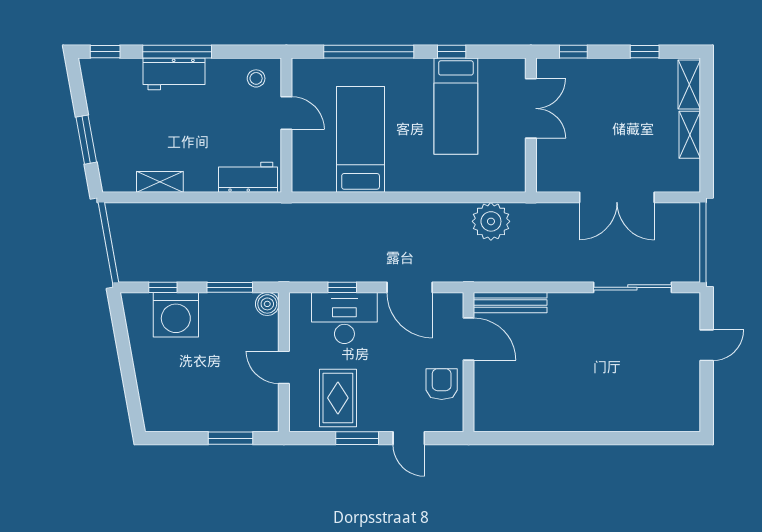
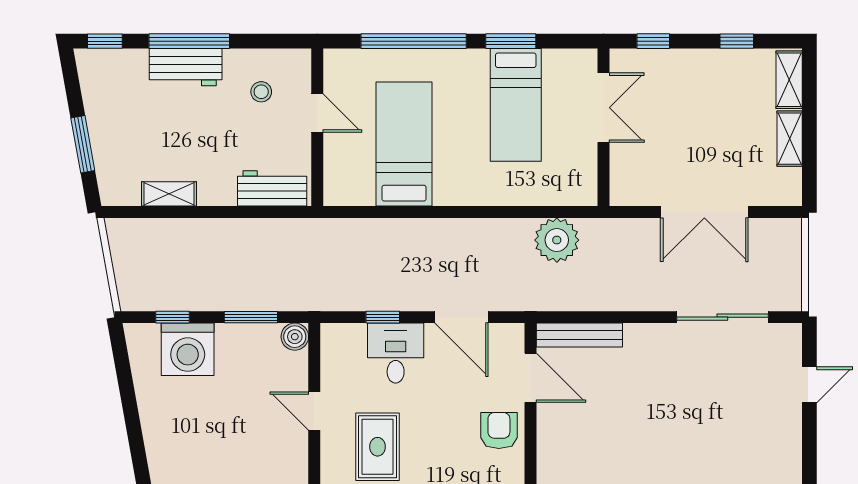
window: (452, 52) -> (511, 41), width x1.50
stool: (256, 78) -> (261, 92), moved
desk: (344, 318) -> (396, 353), width x0.73

